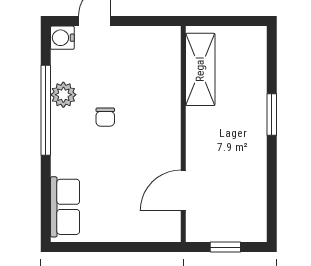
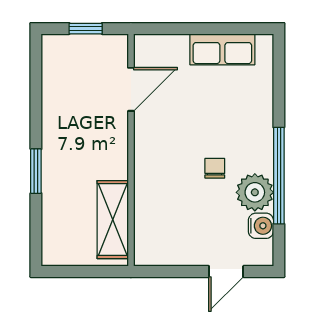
water cooler: (62, 38) -> (261, 226), moved
plant: (63, 95) -> (255, 192), width x1.36, depth x1.36
row of seats: (65, 207) -> (222, 49), moved, turned -90

